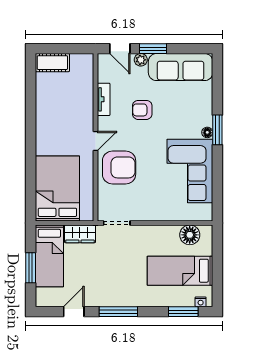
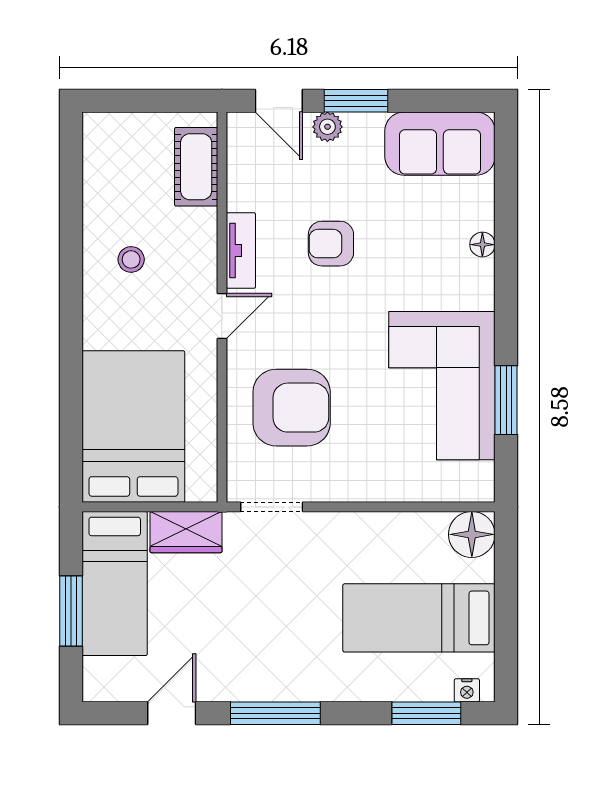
cot: (52, 63) -> (196, 167), moved, turned 90
sofa: (181, 67) -> (440, 144), width x0.73
tv unit: (104, 99) -> (241, 250), moved
stool: (56, 117) -> (131, 259), added
window: (217, 130) -> (506, 400), moved
floor lamp: (207, 132) -> (482, 245), moved
armchair: (119, 167) -> (292, 408), moved
floor lamp: (190, 235) -> (472, 534), moved

